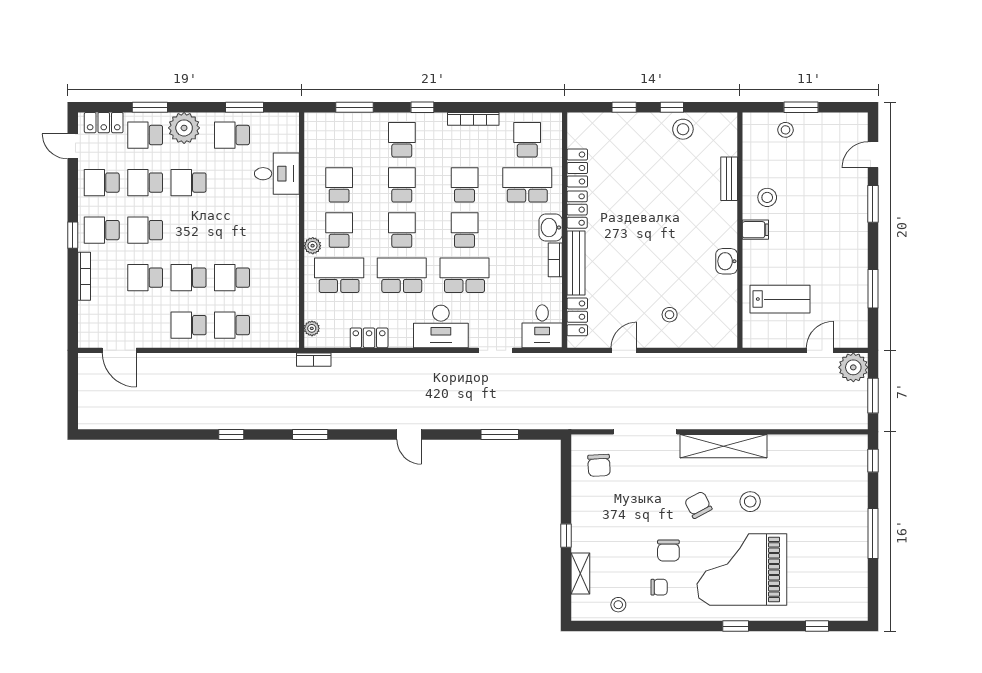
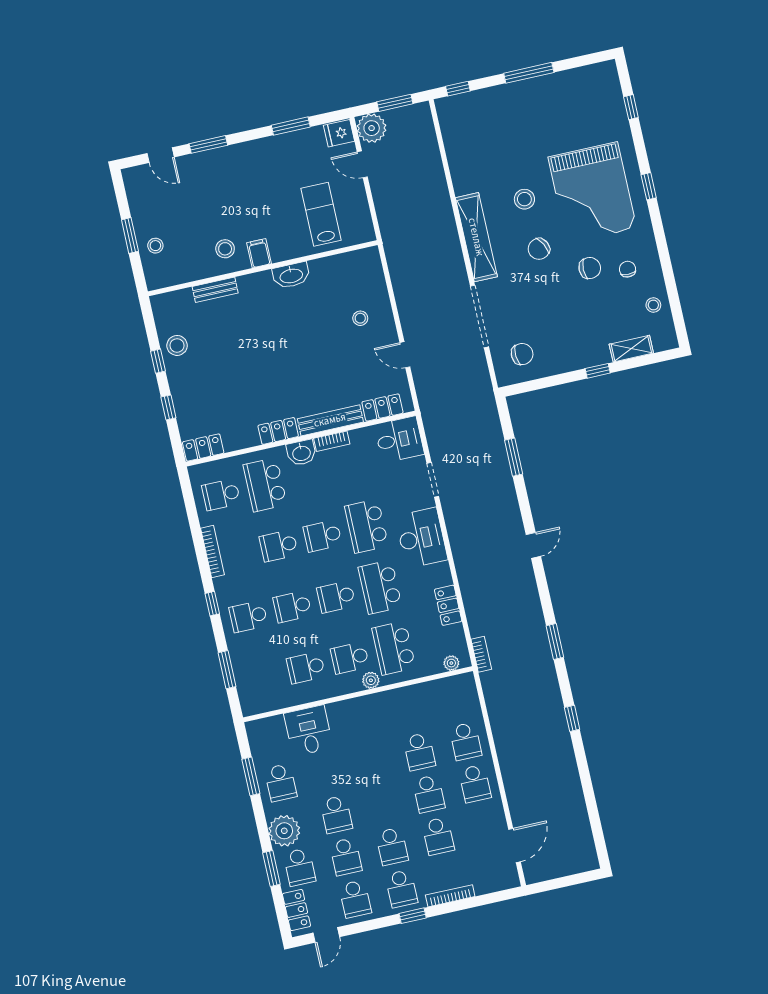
locker: (577, 168) -> (203, 448), moved
washbasin: (727, 261) -> (291, 275), width x1.38
fridge: (855, 334) -> (339, 133), added

